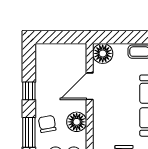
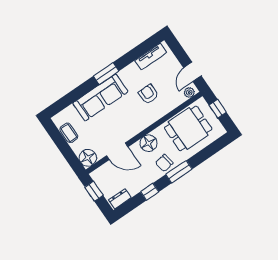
window: (66, 37) -> (94, 191), added
dresser: (42, 57) -> (120, 199), added

